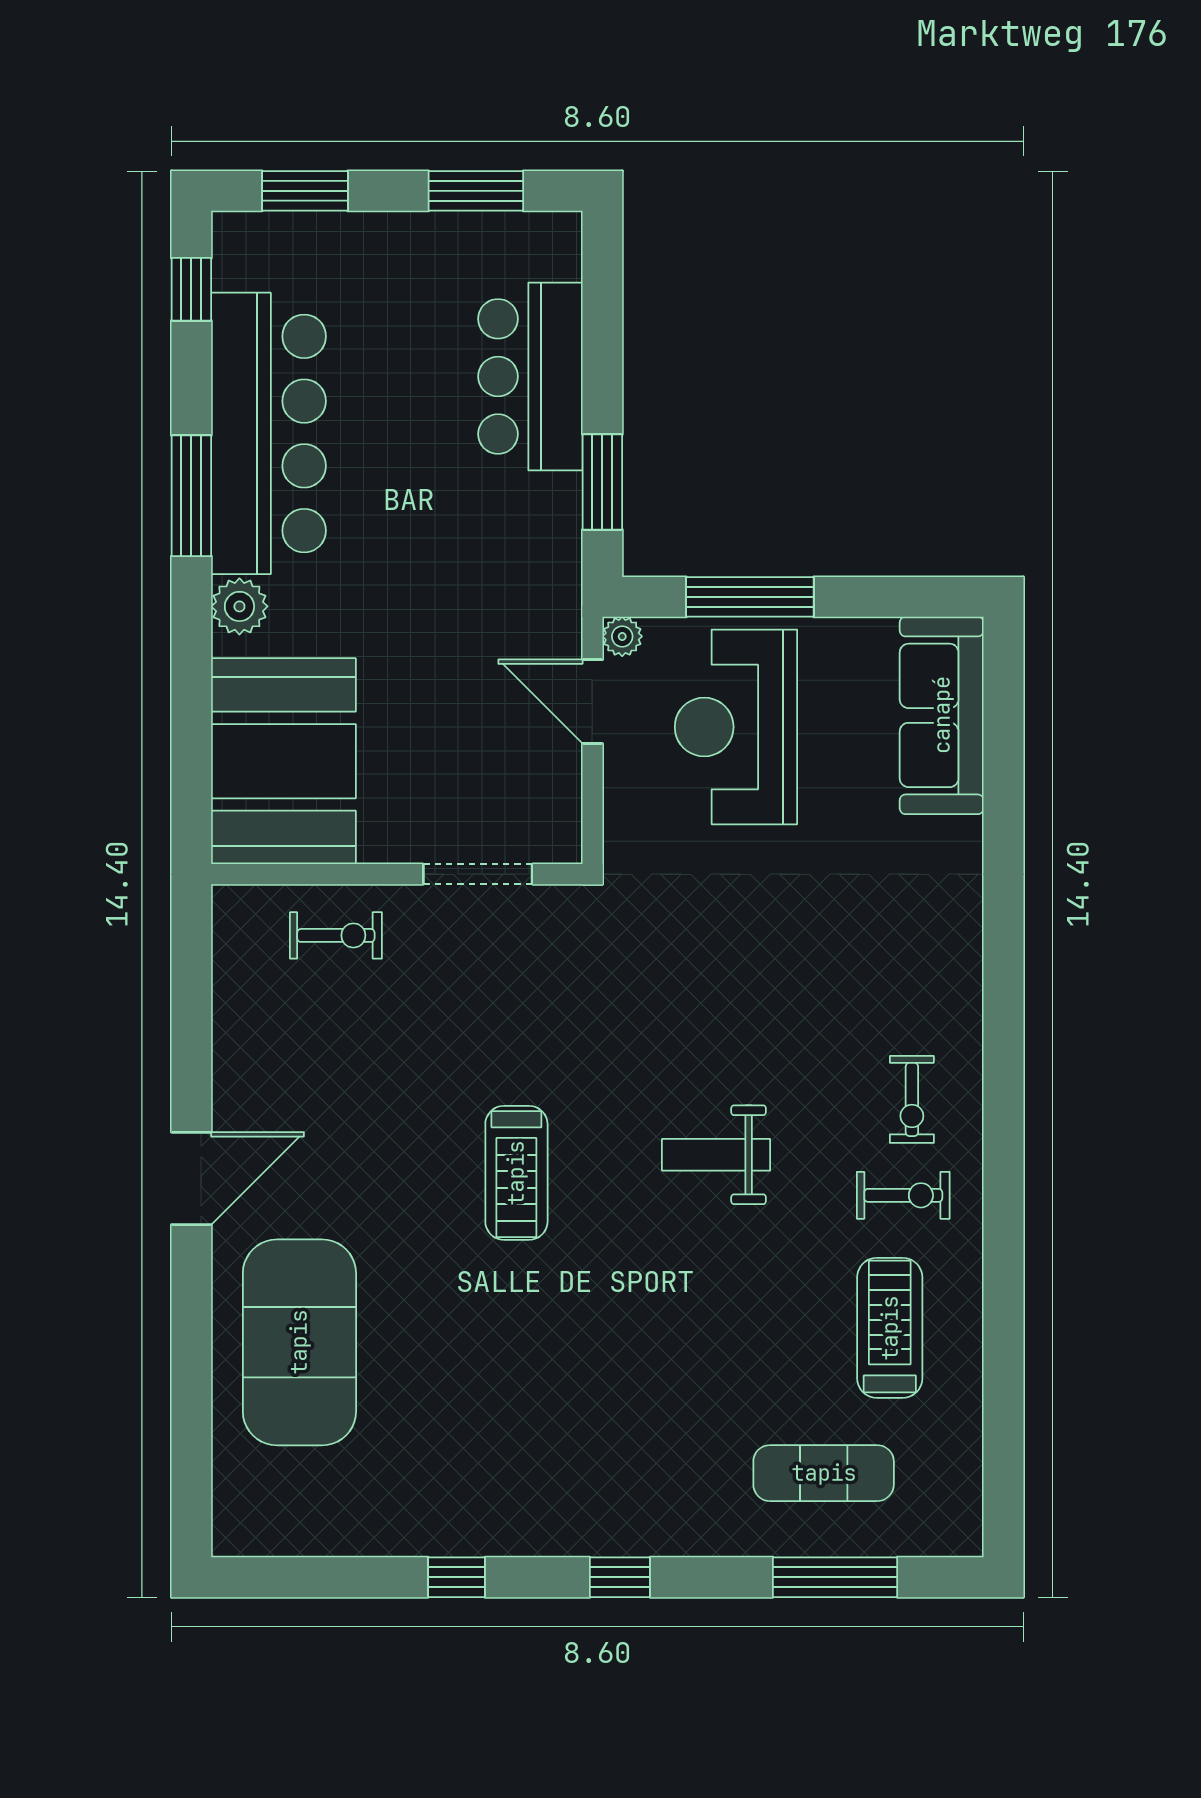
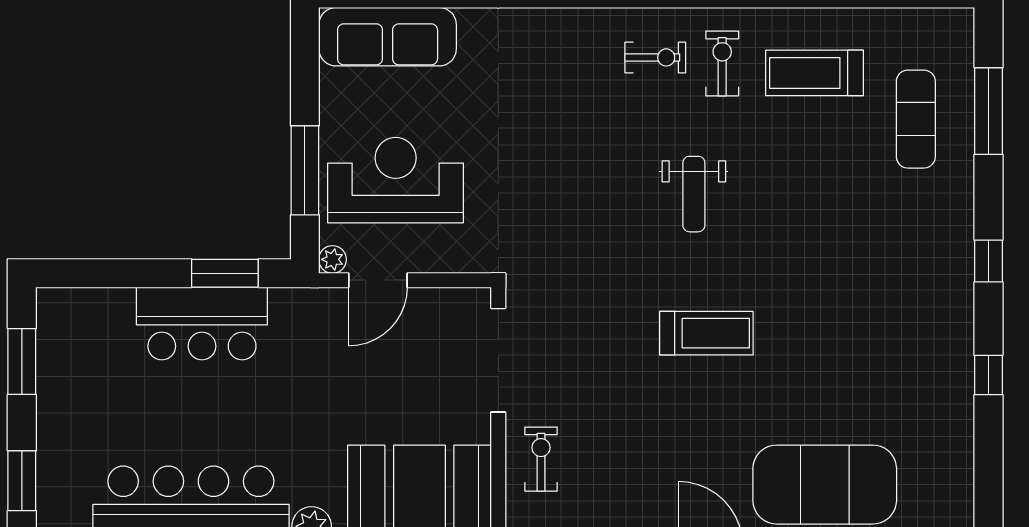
bar counter: (530, 376) -> (202, 323), moved
reception desk: (736, 727) -> (396, 180), turned 180
doorway: (478, 874) -> (498, 360), width x1.36

